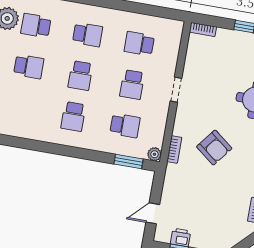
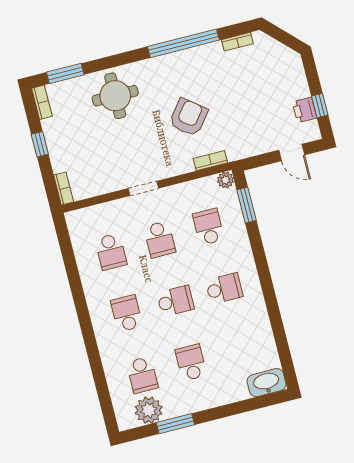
school desk: (132, 85) -> (160, 239), turned 90

